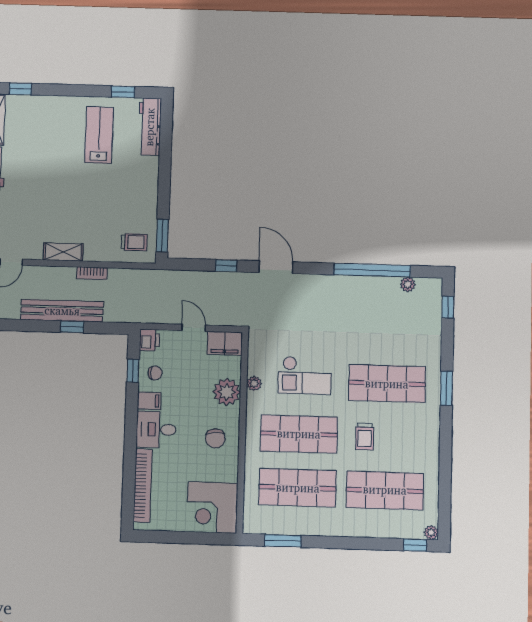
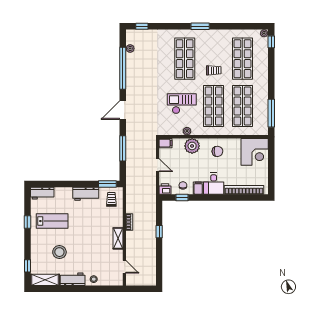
window: (123, 92) -> (27, 222), moved
workbench: (150, 127) -> (42, 193), width x0.73
lab bench: (99, 135) -> (52, 221), turned 180
stool: (43, 146) -> (59, 252), added
workbench: (146, 196) -> (86, 194), added
window: (226, 266) -> (123, 148), width x2.17
door: (276, 267) -> (123, 110), moved
bench: (62, 311) -> (150, 238), removed
door: (194, 328) -> (158, 165), swing flipped
filing cabinet: (225, 343) -> (165, 143), width x0.50
checkout: (305, 375) -> (182, 104), turned -90
window: (447, 388) -> (200, 26), moved
window: (283, 541) -> (271, 113), width x1.44

